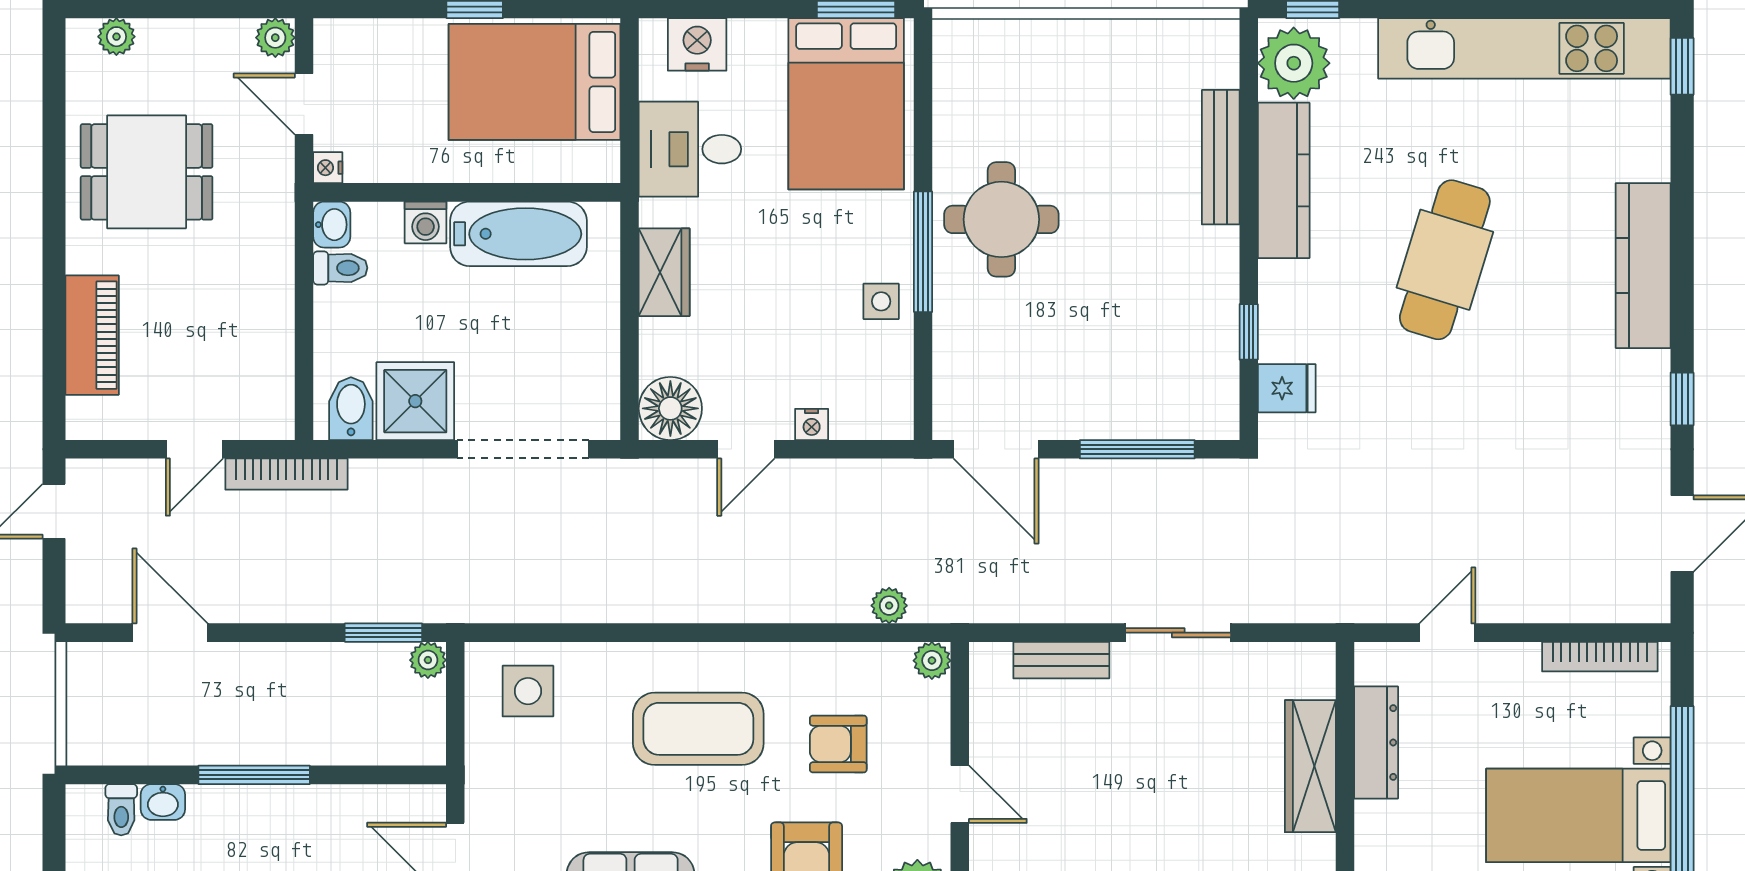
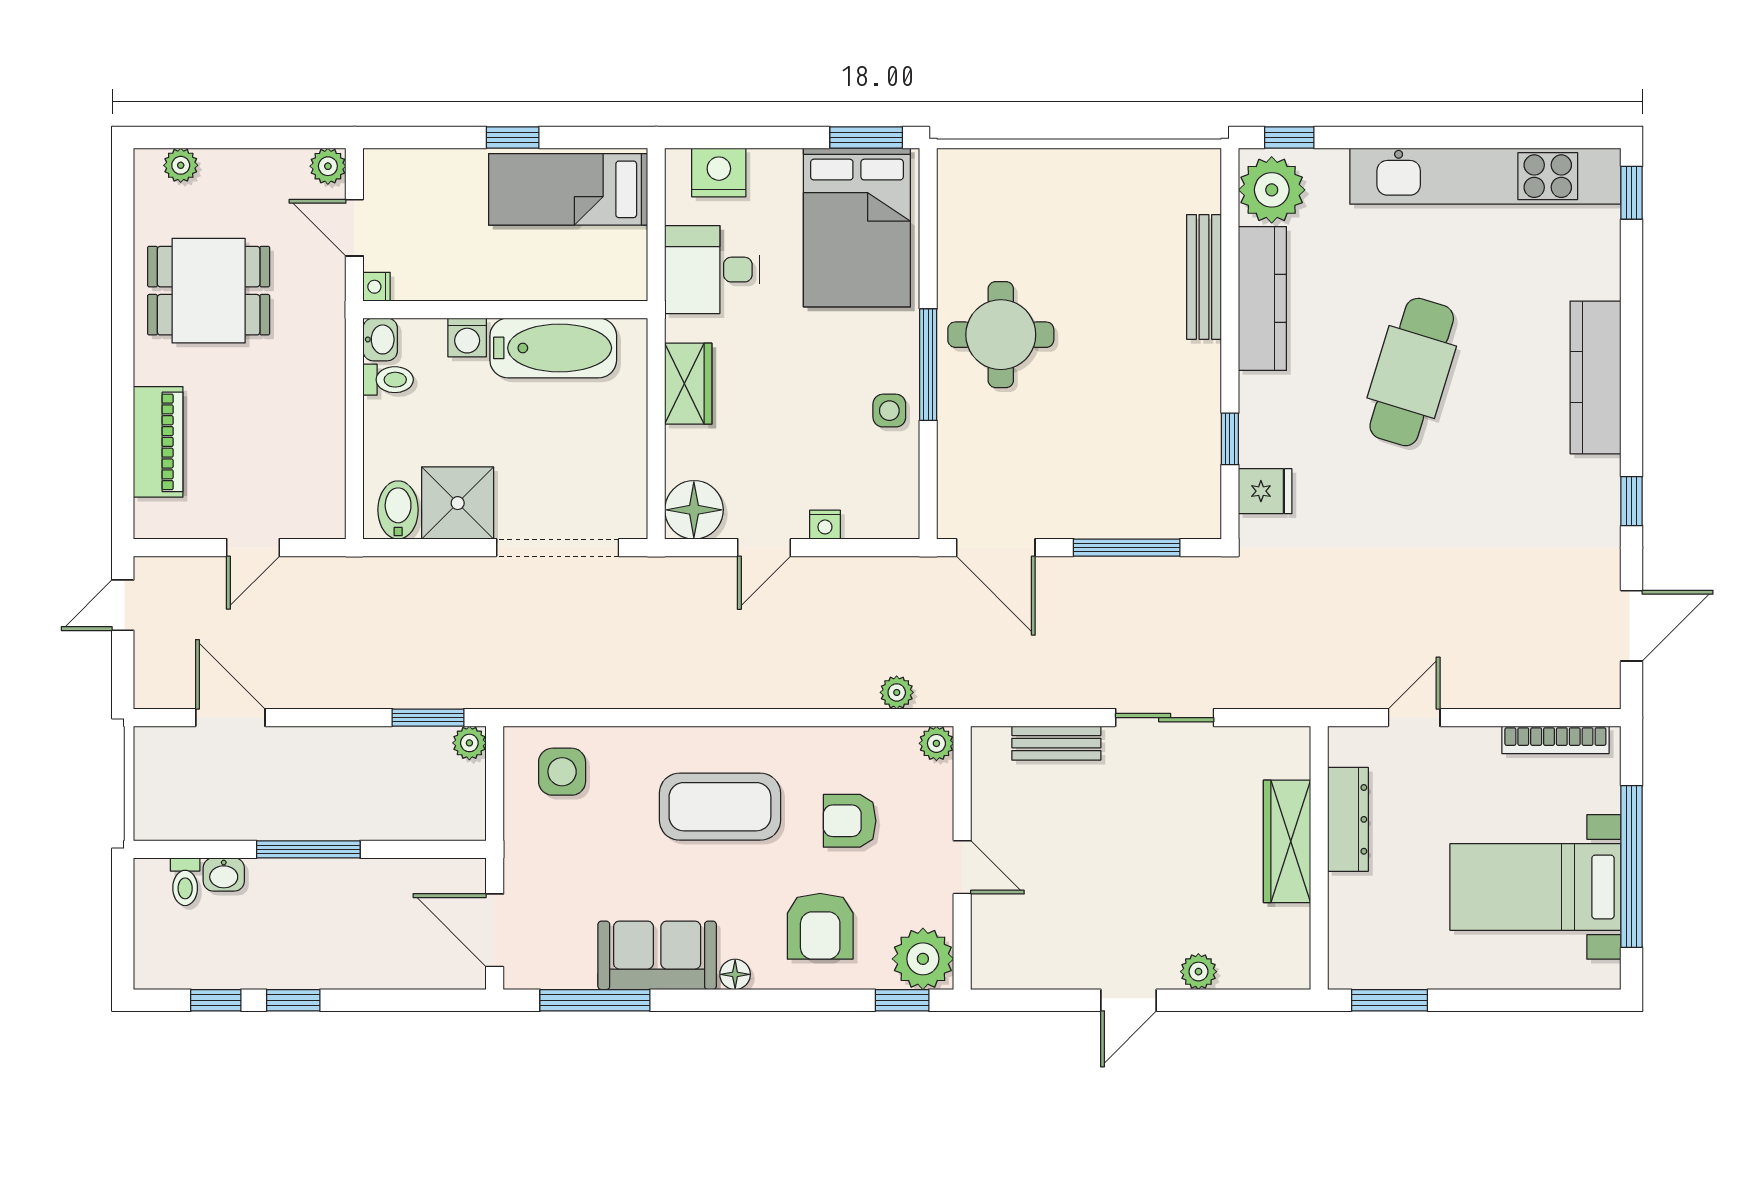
bed: (535, 82) -> (568, 189), width x0.67
bookcase: (286, 474) -> (338, 571), removed

